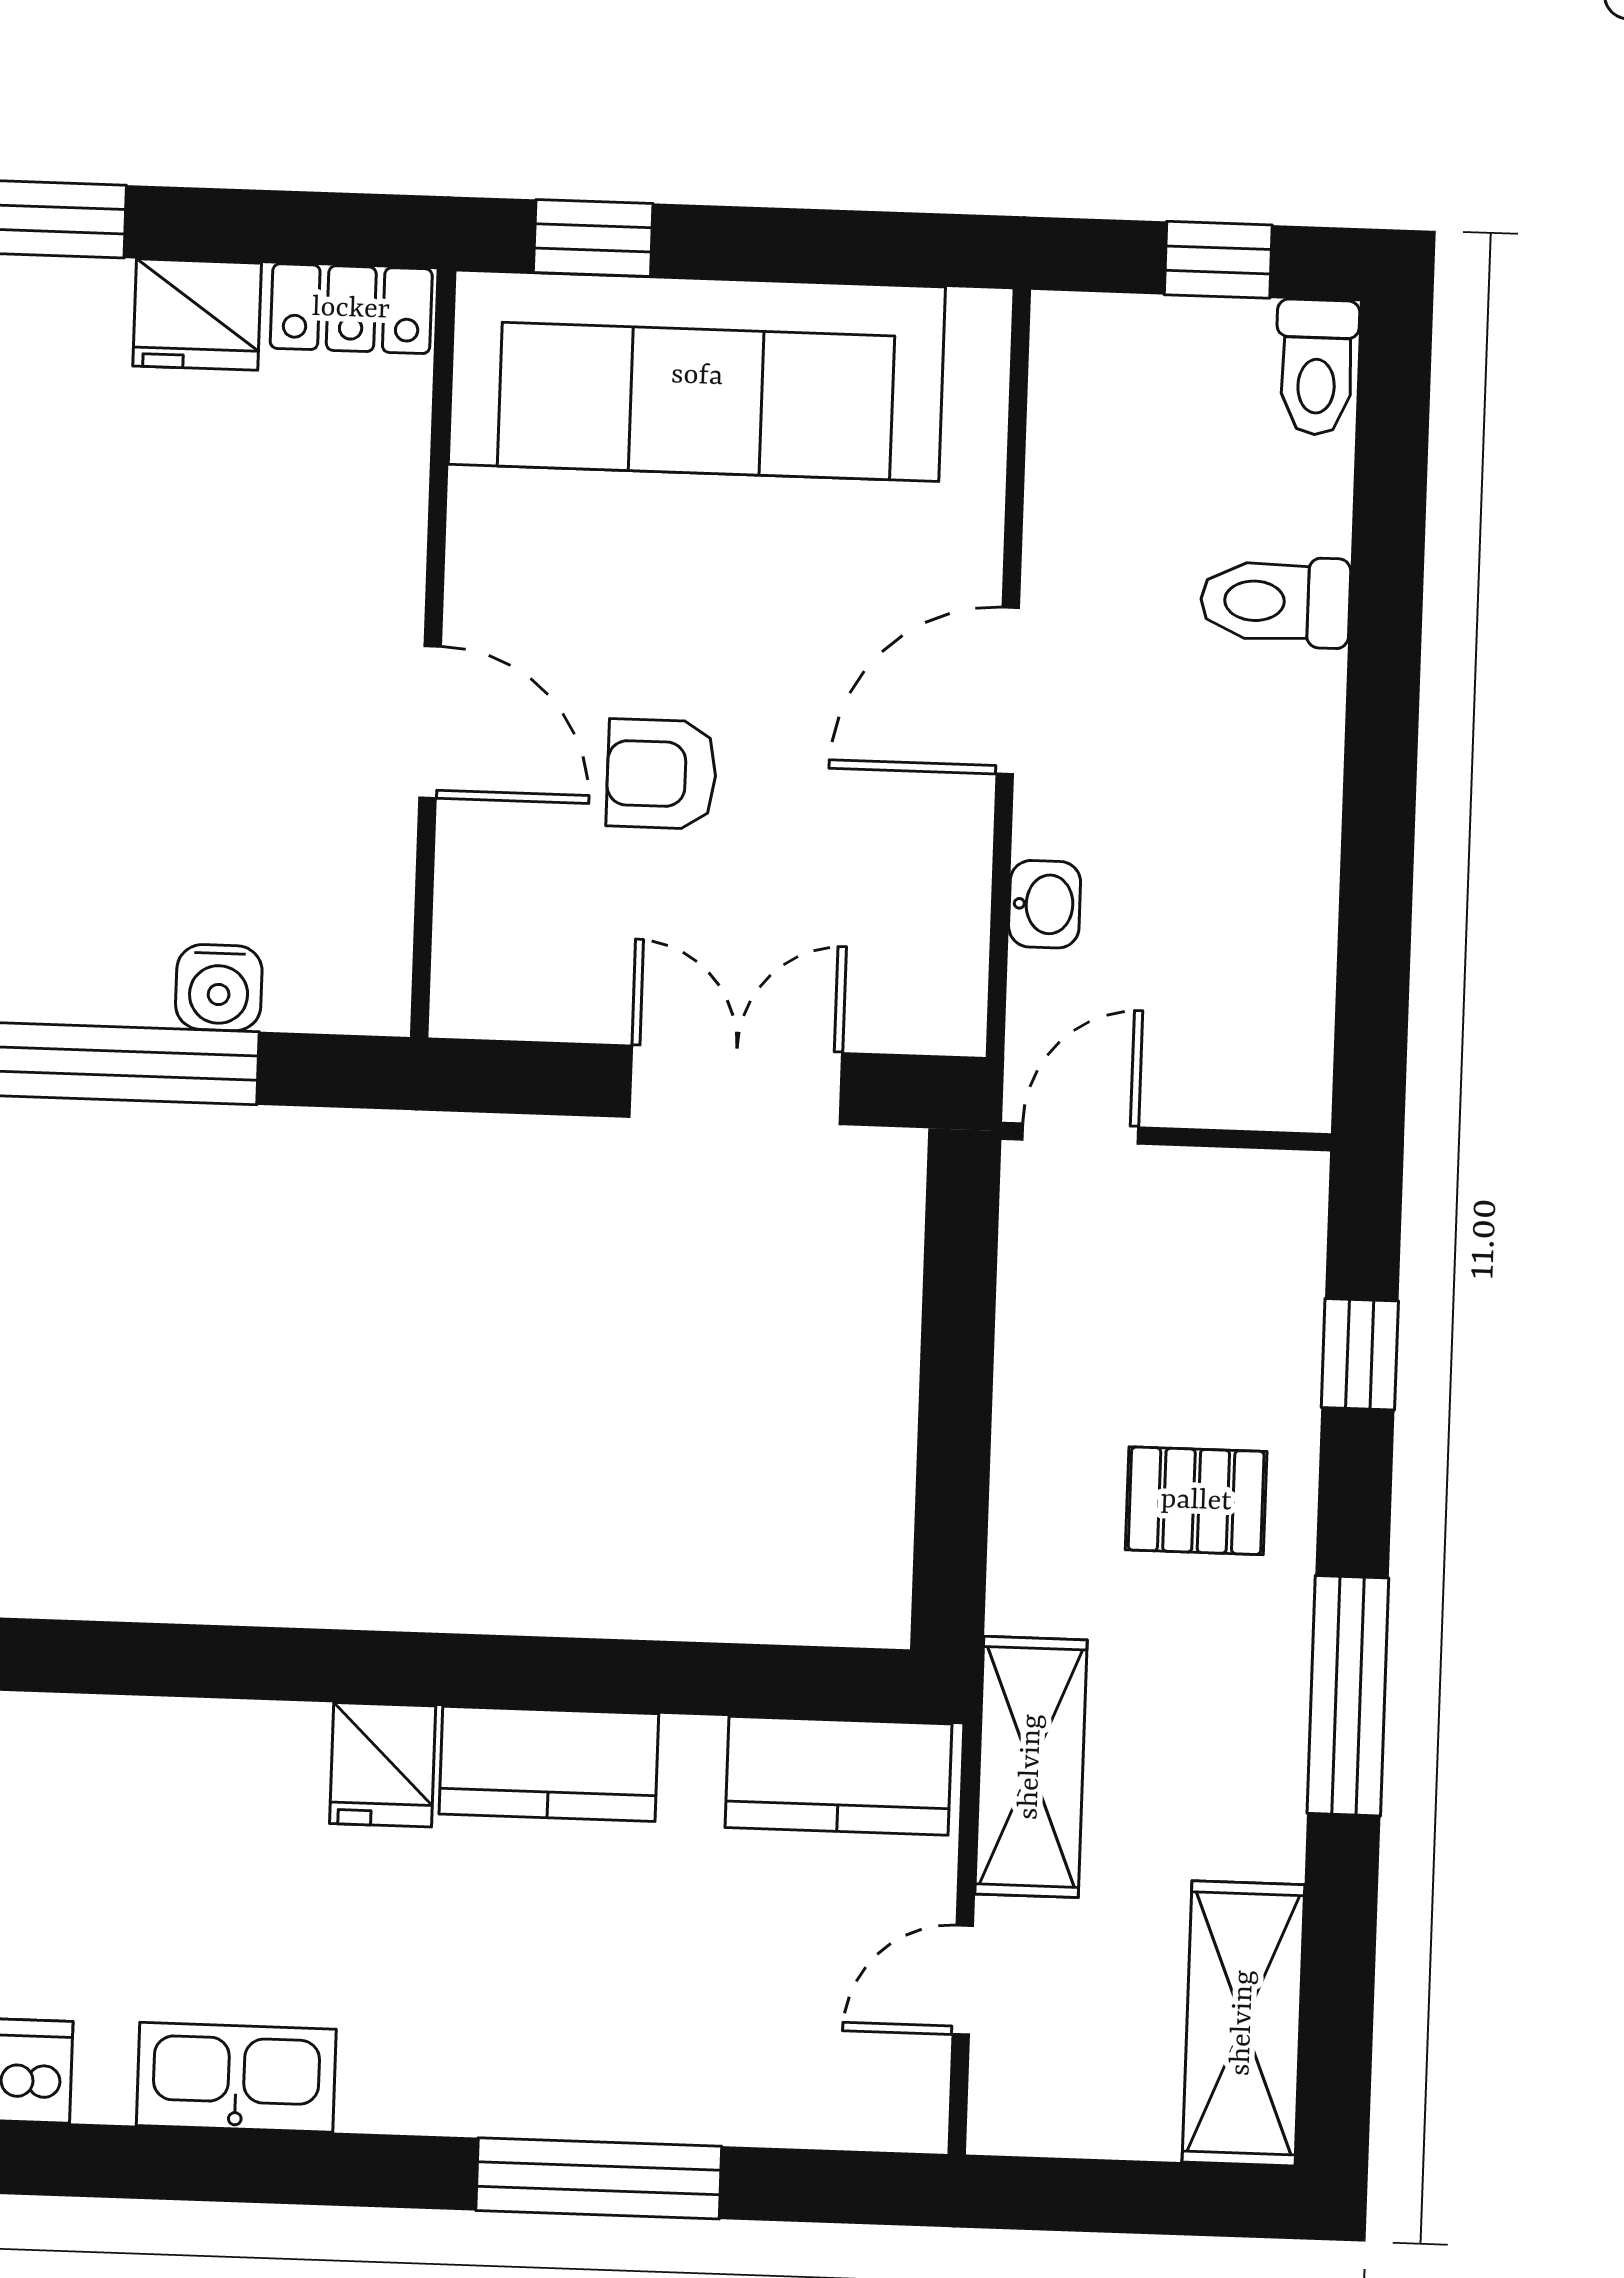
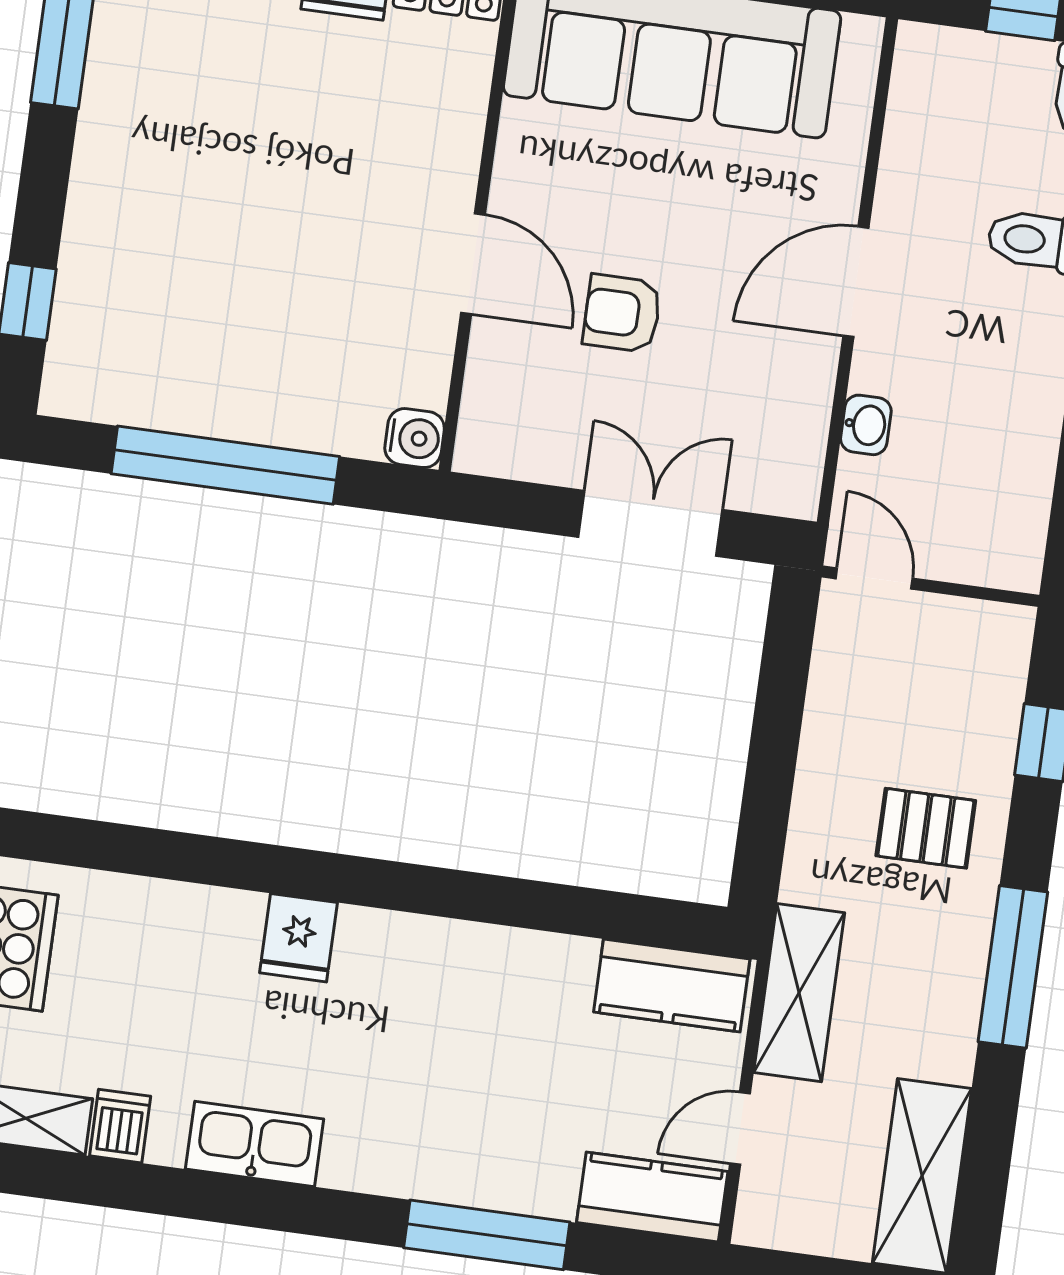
water cooler: (219, 988) -> (415, 438), moved, turned -90
door: (1080, 1134) -> (874, 578), hinge flipped
kitchen counter: (549, 1764) -> (652, 1197), moved, turned 180
fridge: (383, 1765) -> (298, 938), moved

